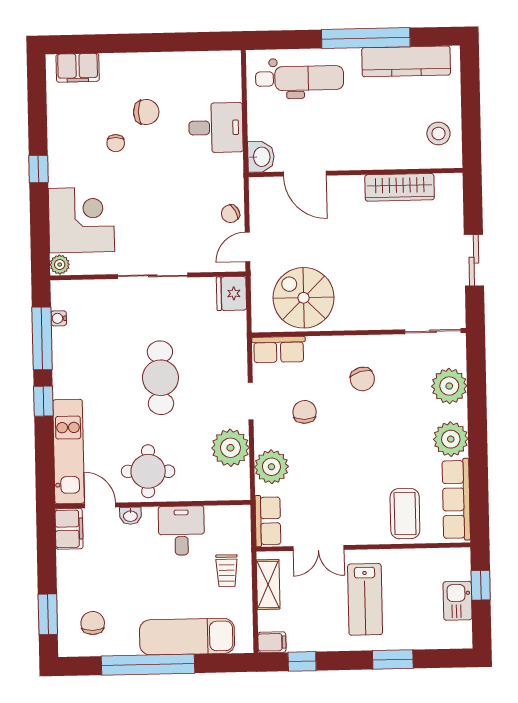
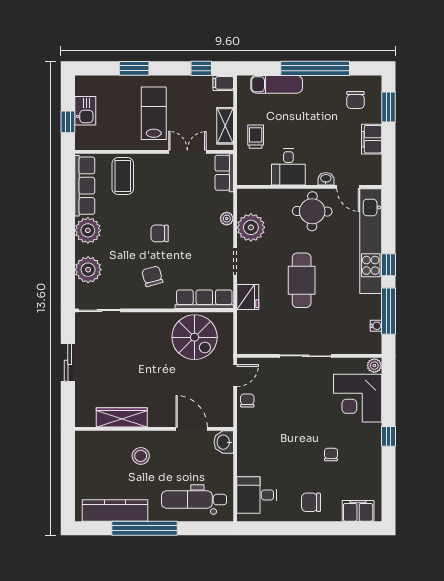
chair: (146, 112) -> (311, 502), moved
desk: (216, 128) -> (257, 495), moved
stool: (438, 133) -> (141, 456), moved
chair: (230, 214) -> (247, 401), turned -62
fridge: (231, 293) -> (248, 297), moved
row of seats: (279, 350) -> (204, 299), width x1.48
chair: (305, 412) -> (160, 233), moved, turned 90
kitchen unit: (69, 452) -> (371, 241), width x1.36
plant: (271, 467) -> (227, 219), width x0.53, depth x0.53
filing cabinet: (69, 529) -> (372, 139), moved
exam couch: (187, 637) -> (277, 84), width x0.73, depth x0.69

